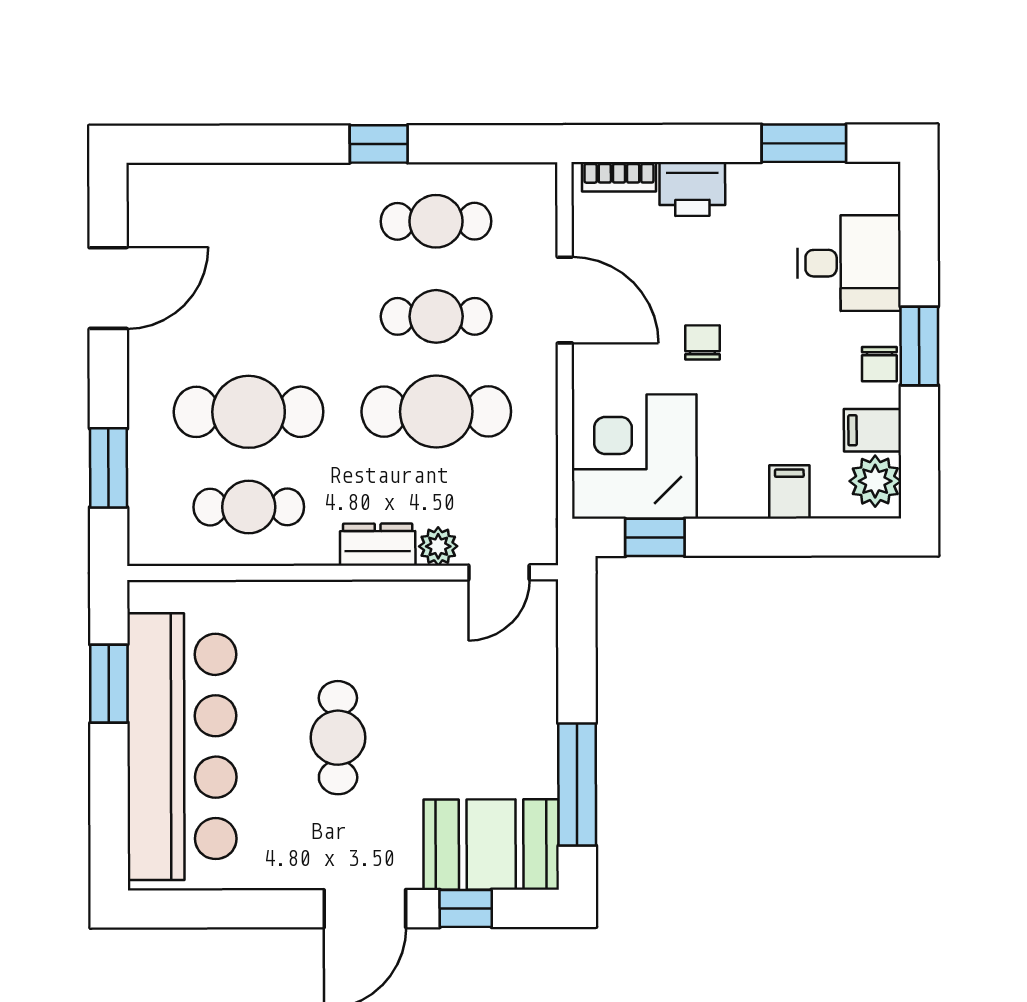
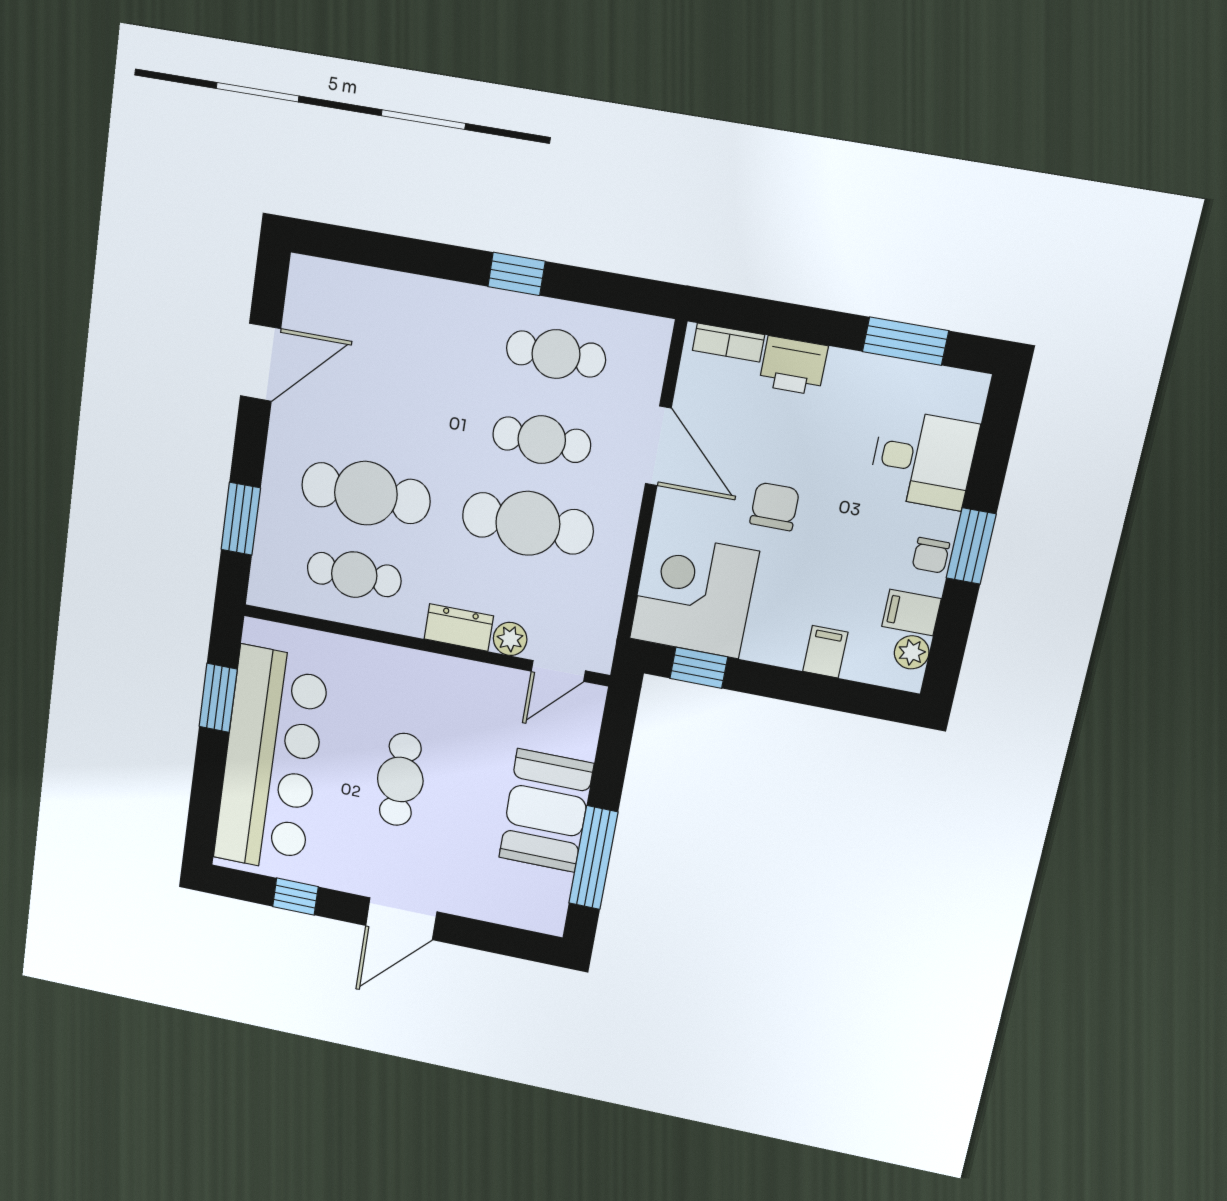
chair: (702, 342) -> (775, 506), width x1.37, depth x1.37
plant: (875, 481) -> (912, 652), width x0.73, depth x0.73
booth: (491, 845) -> (546, 811), moved, turned 90
window: (466, 908) -> (295, 897), moved

